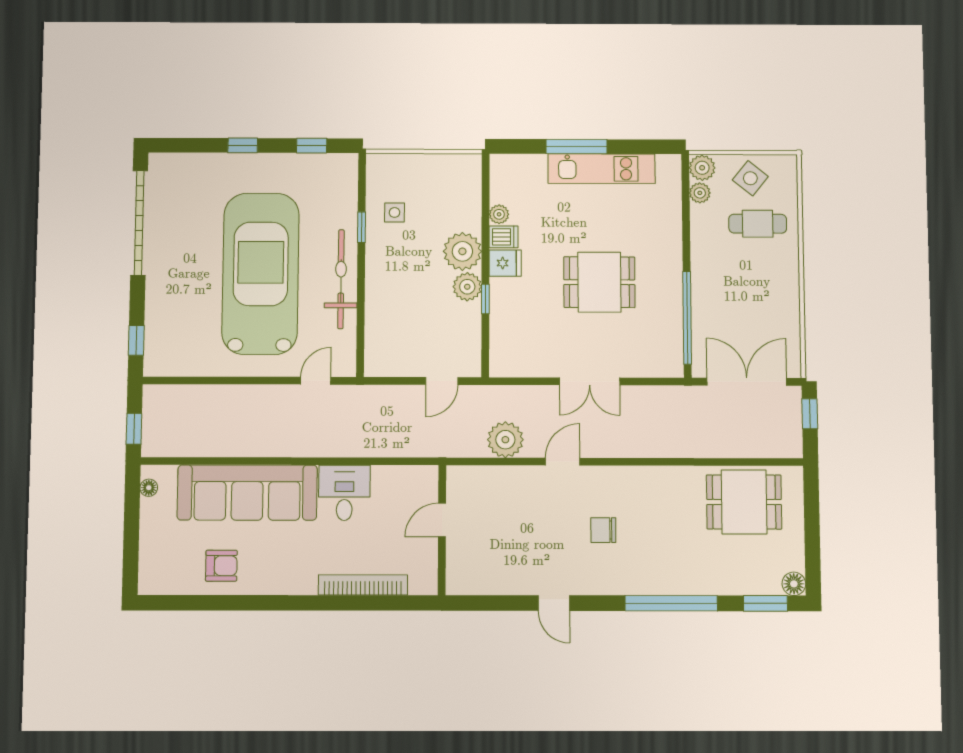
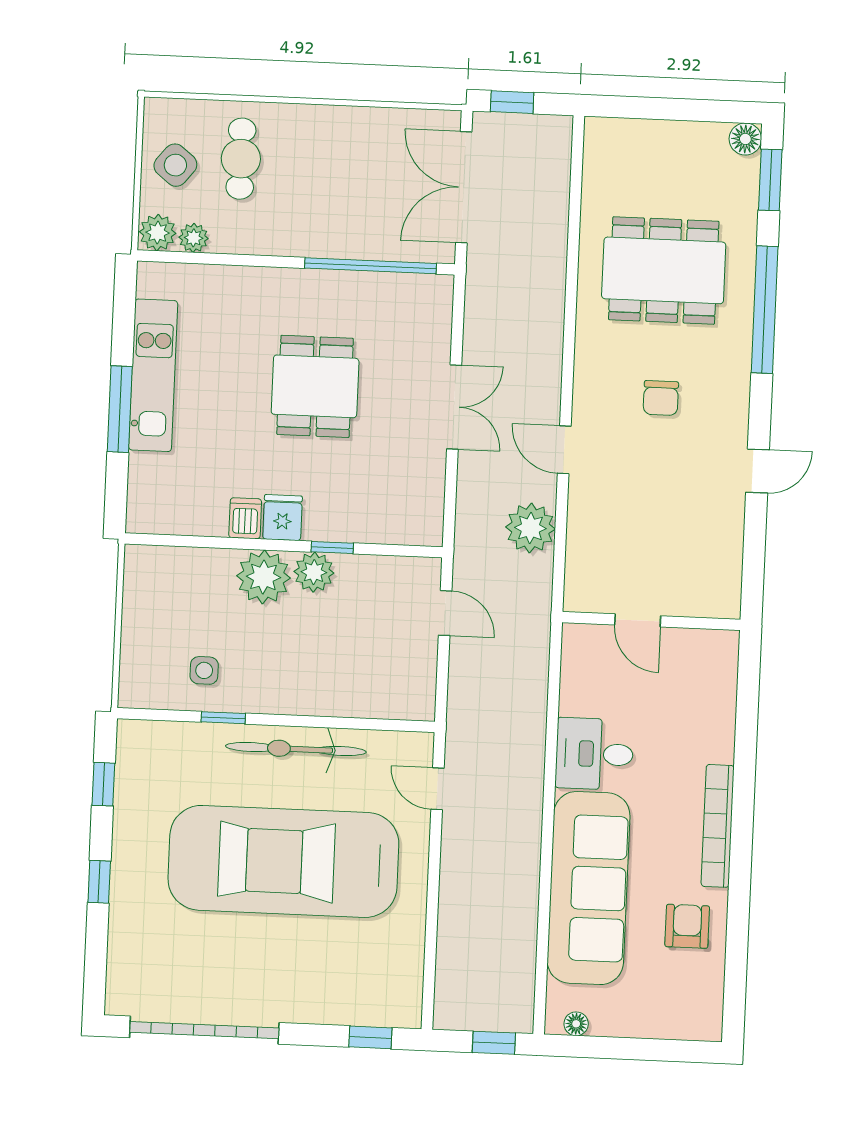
plant: (499, 214) -> (213, 523), removed
dining table: (744, 502) -> (664, 270), moved, width x1.38
bookcase: (363, 585) -> (718, 826), moved

